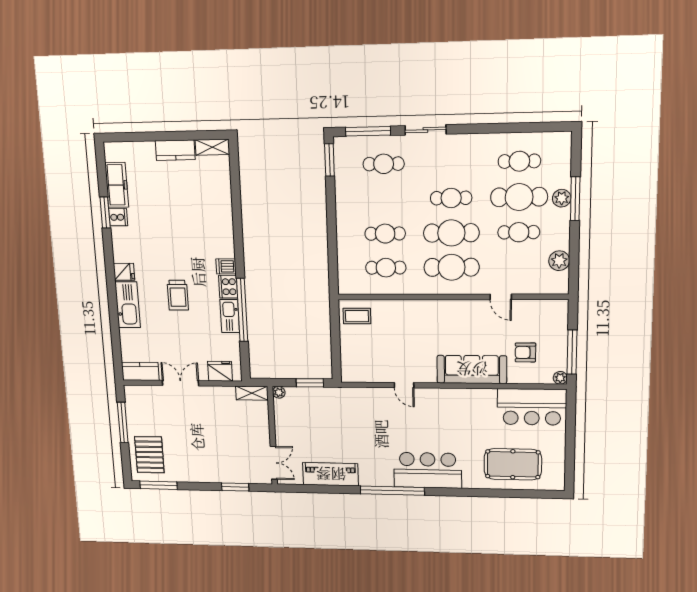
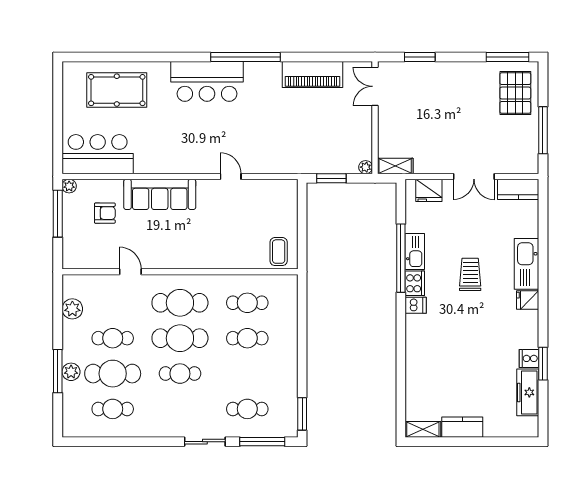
coffee table: (357, 316) -> (279, 252), turned 90

